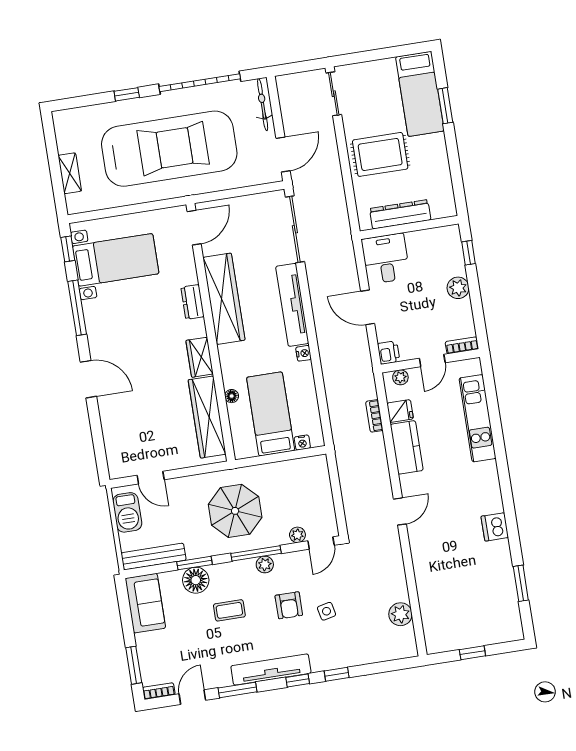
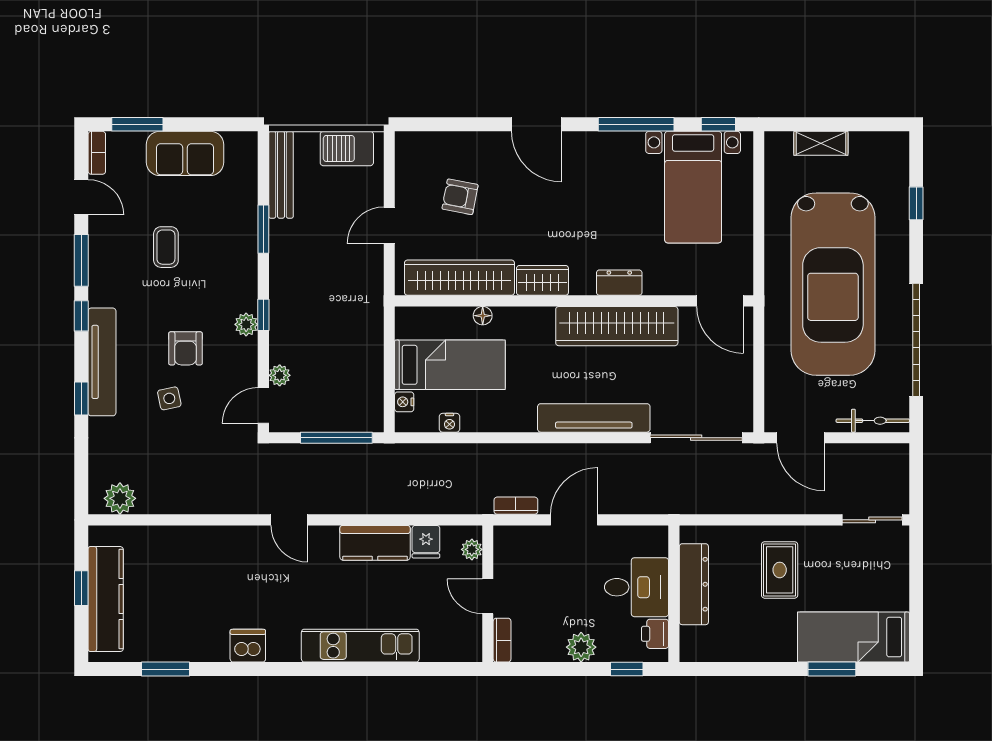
window: (127, 94) -> (916, 203), moved
rug: (380, 154) -> (780, 570), width x0.73, depth x0.70
desk: (386, 259) -> (636, 587), moved
nightstand: (304, 353) -> (449, 423), moved
printer: (389, 353) -> (655, 634), moved, turned 90
door: (88, 379) -> (537, 124), hinge flipped
bookcase: (374, 416) -> (516, 506), moved
kitchen unit: (478, 418) -> (360, 646), moved
armchair: (149, 426) -> (460, 197), added
door: (151, 478) -> (389, 225), moved
window: (336, 487) -> (336, 438), added
parasol: (235, 511) -> (326, 296), removed
door: (321, 543) -> (263, 406), hinge flipped
window: (256, 553) -> (263, 315), width x0.46
floor lamp: (196, 580) -> (240, 227), removed
sofa: (145, 603) -> (185, 153), moved
armchair: (289, 605) -> (185, 348), turned -90
coffee table: (229, 610) -> (166, 247), moved
plant: (400, 614) -> (120, 498), moved
kitchen counter: (477, 634) -> (106, 599), added
tv unit: (271, 669) -> (102, 362), moved
window: (298, 680) -> (81, 316), moved

